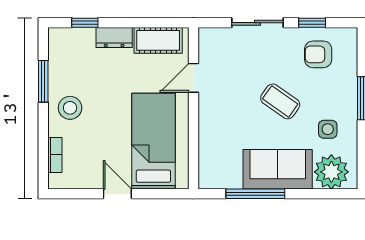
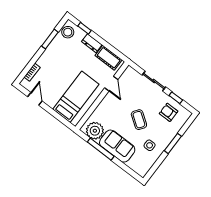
door: (193, 78) -> (111, 84), swing flipped
stool: (70, 108) -> (68, 32), moved
plant: (331, 172) -> (95, 131), moved
door: (117, 194) -> (35, 99), moved

